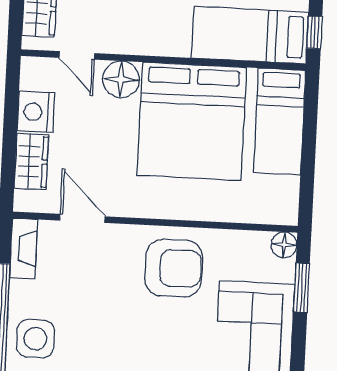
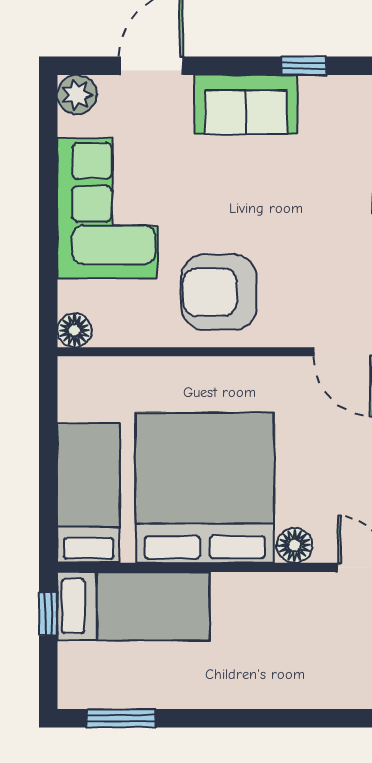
floor lamp: (121, 79) -> (295, 545), width x0.73, depth x0.73
window: (302, 288) -> (48, 275), removed

